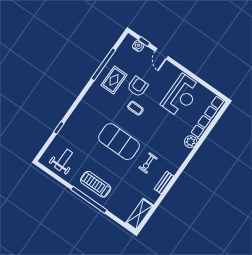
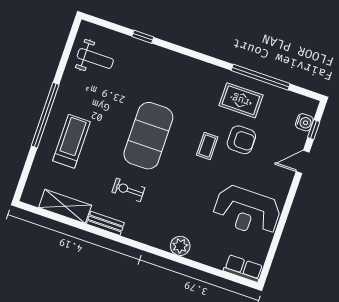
row of seats: (208, 117) -> (243, 268), width x0.50
treadmill: (96, 184) -> (71, 141), moved
shelving: (140, 214) -> (65, 206), moved

